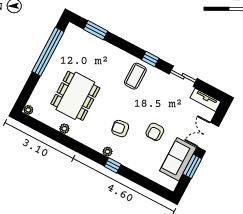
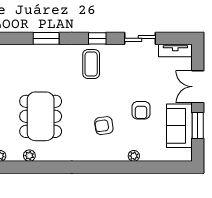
window: (96, 30) -> (46, 38), moved
plant: (64, 129) -> (29, 156), moved
plant: (108, 152) -> (134, 156), moved
window: (113, 165) -> (116, 167), removed

